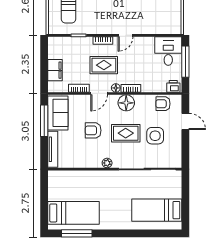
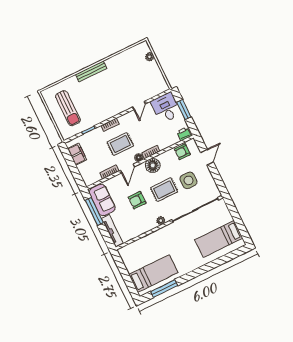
door: (125, 35) -> (139, 105), moved
window: (185, 62) -> (184, 110), width x0.69
filing cabinet: (55, 70) -> (77, 154), moved
door: (185, 121) -> (207, 157), hinge flipped

